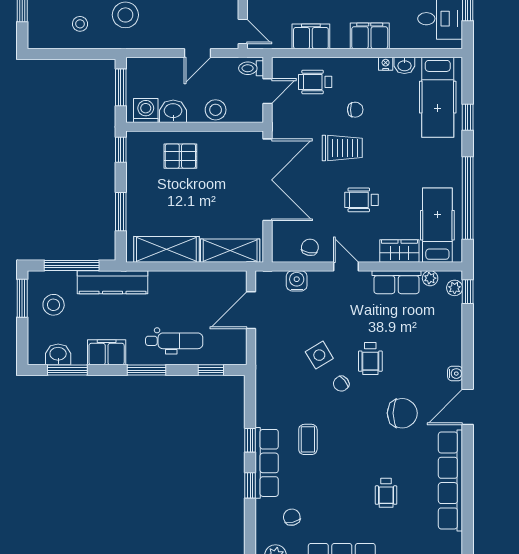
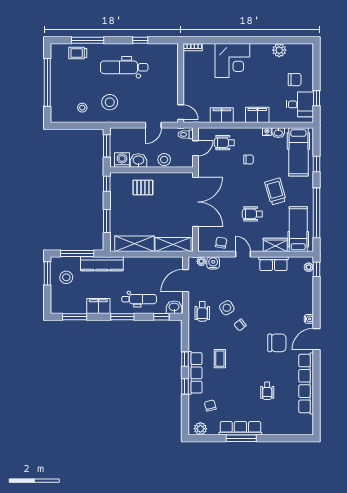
trolley: (342, 148) -> (275, 191), moved, turned -106
plant: (430, 278) -> (201, 261), moved
washbasin: (58, 354) -> (174, 307), moved
wheelchair: (370, 359) -> (202, 311), moved

